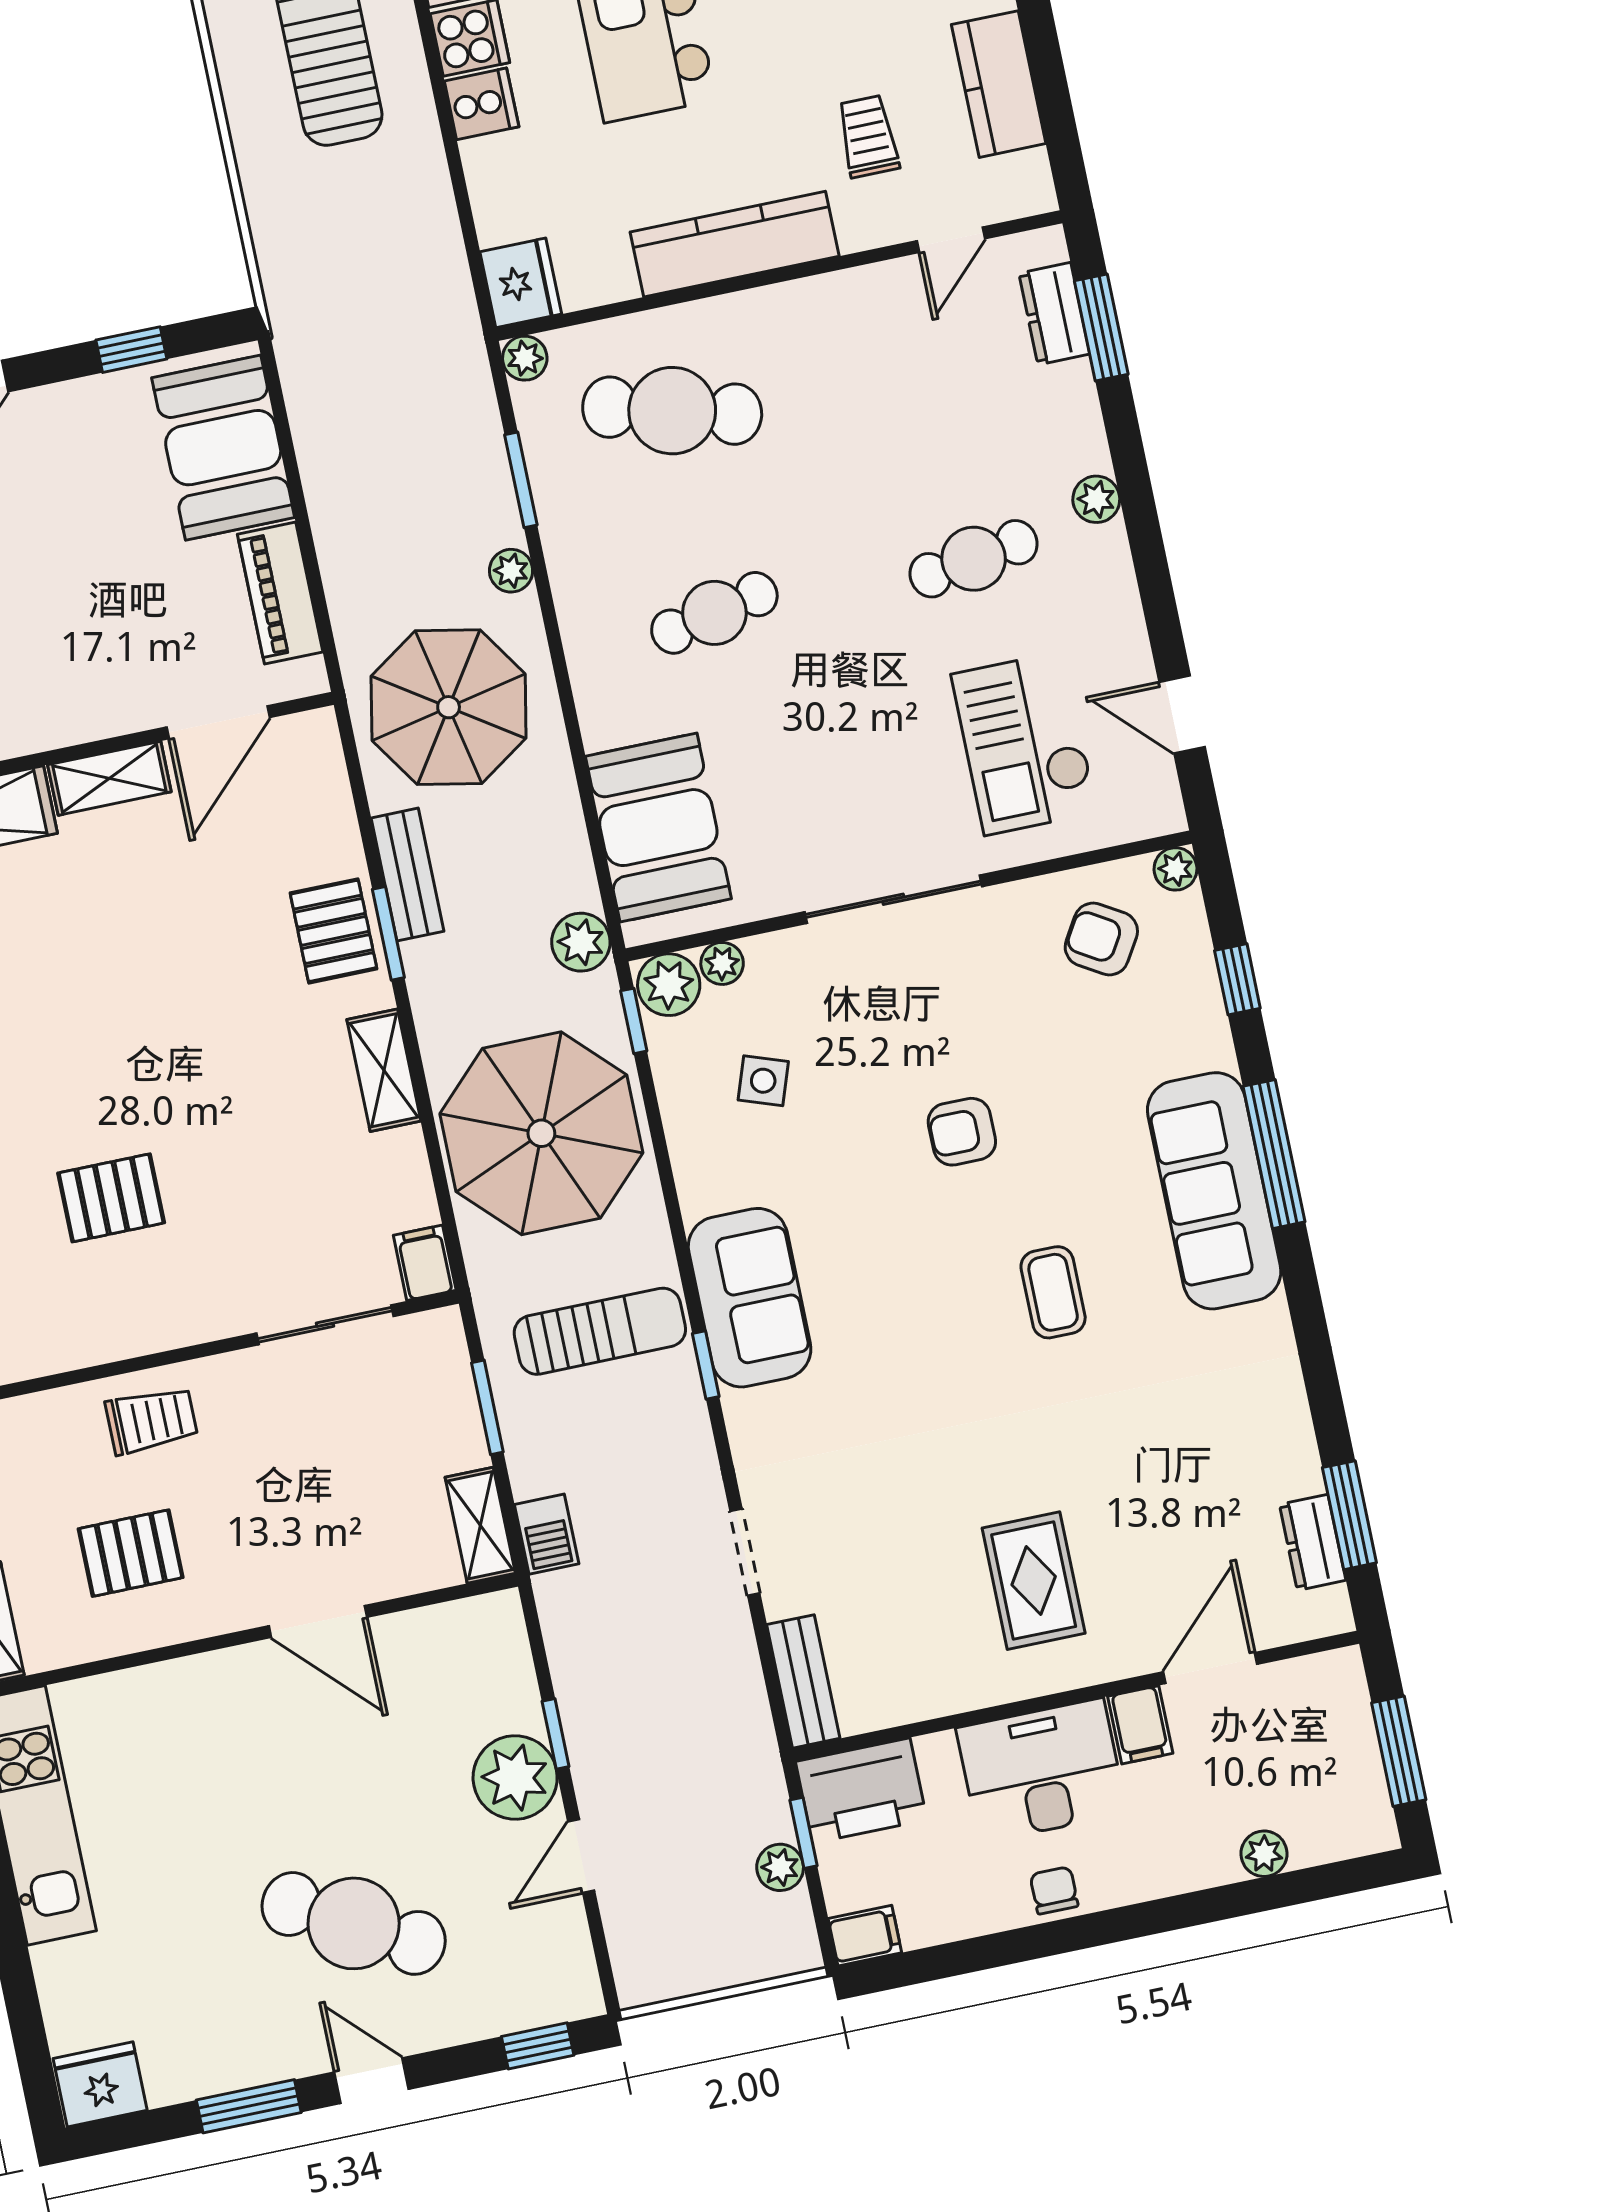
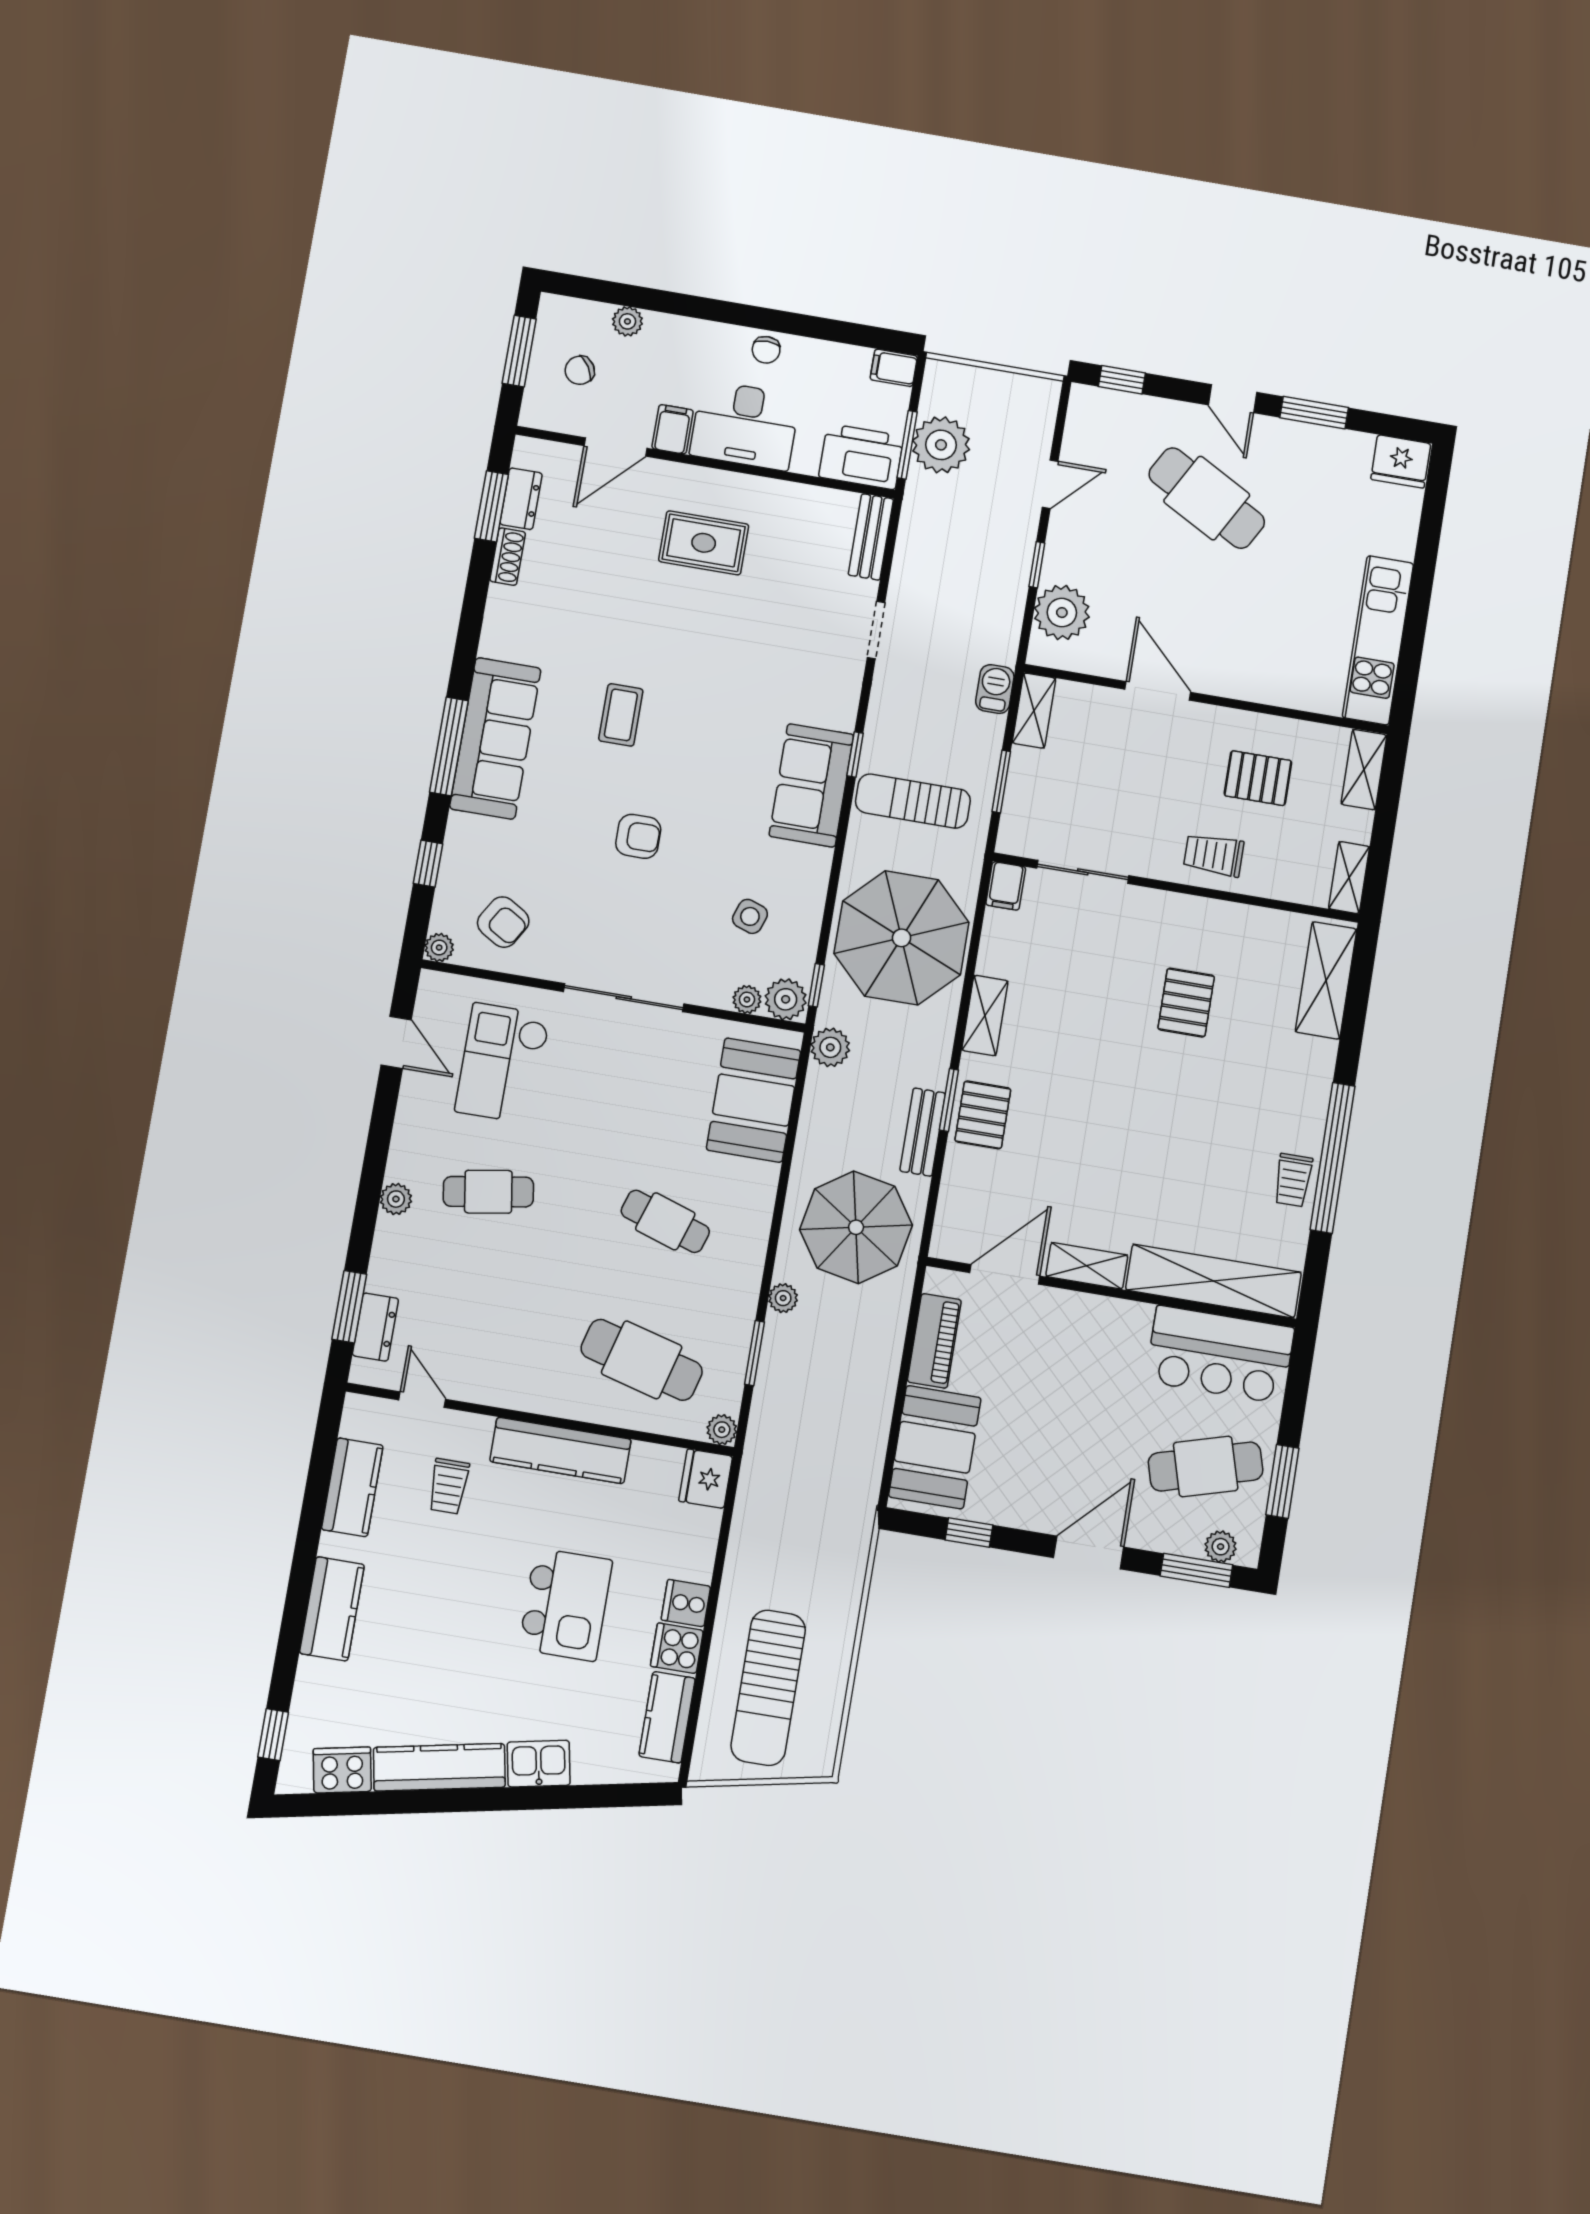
door: (951, 240) -> (422, 1400), hinge flipped
cafe table: (714, 613) -> (665, 1221), turned 30
checkout: (1024, 743) -> (503, 1063), turned 180
pallet: (111, 1198) -> (1186, 1003), turned 90
shoe rack: (1299, 1453) -> (508, 557), added
rug: (1034, 1581) -> (704, 543), turned 90
chair: (1303, 1757) -> (580, 370), added
plant: (515, 1778) -> (1062, 613), moved
window: (803, 1833) -> (907, 445), width x1.50
plant: (780, 1867) -> (941, 445), width x1.88, depth x1.88

